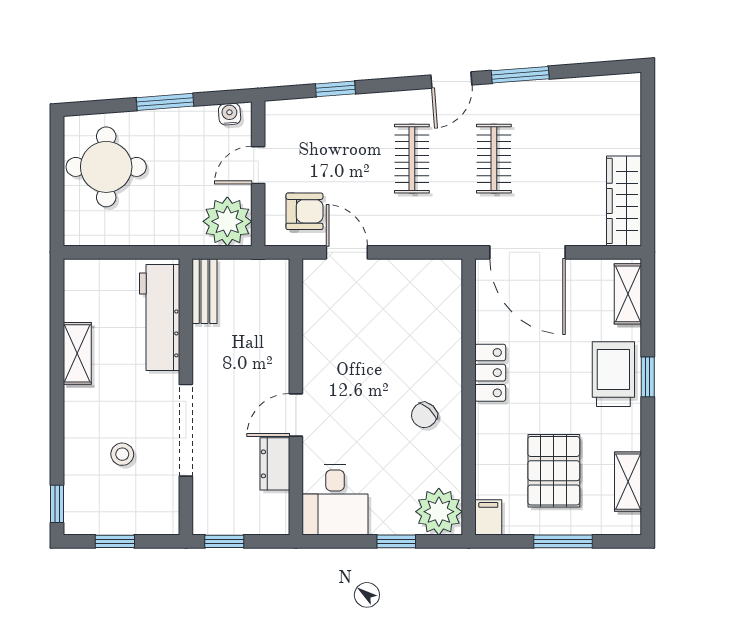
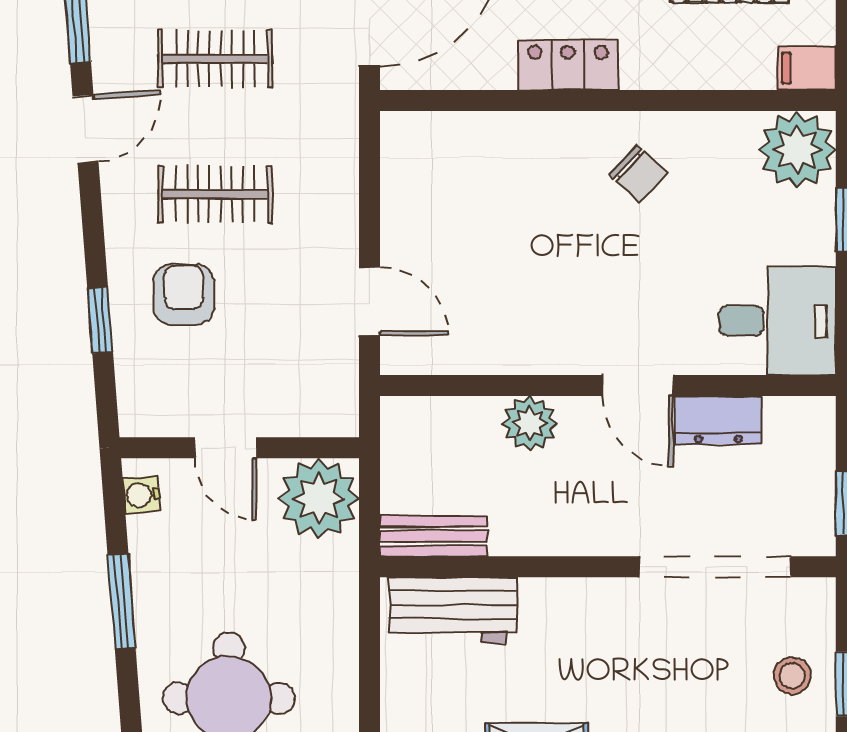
door: (451, 80) -> (86, 129), hinge flipped
armchair: (304, 211) -> (184, 294), moved
door: (347, 252) -> (370, 301), swing flipped
workbench: (160, 318) -> (453, 610), width x0.73
plant: (273, 349) -> (530, 423), added
doorway: (186, 430) -> (715, 567), moved
stool: (122, 454) -> (792, 676), moved

